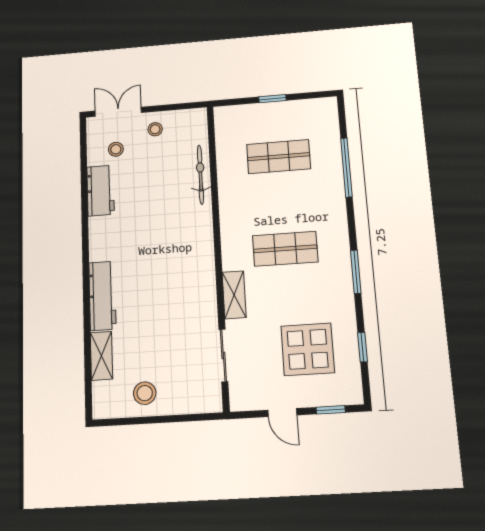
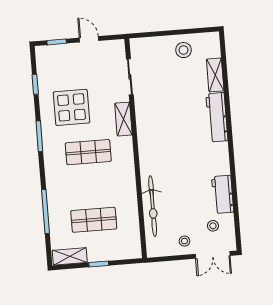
shelving: (312, 108) -> (70, 256), added
bicycle: (200, 175) -> (153, 206), width x1.37, depth x1.40
display table: (308, 349) -> (71, 107), moved

